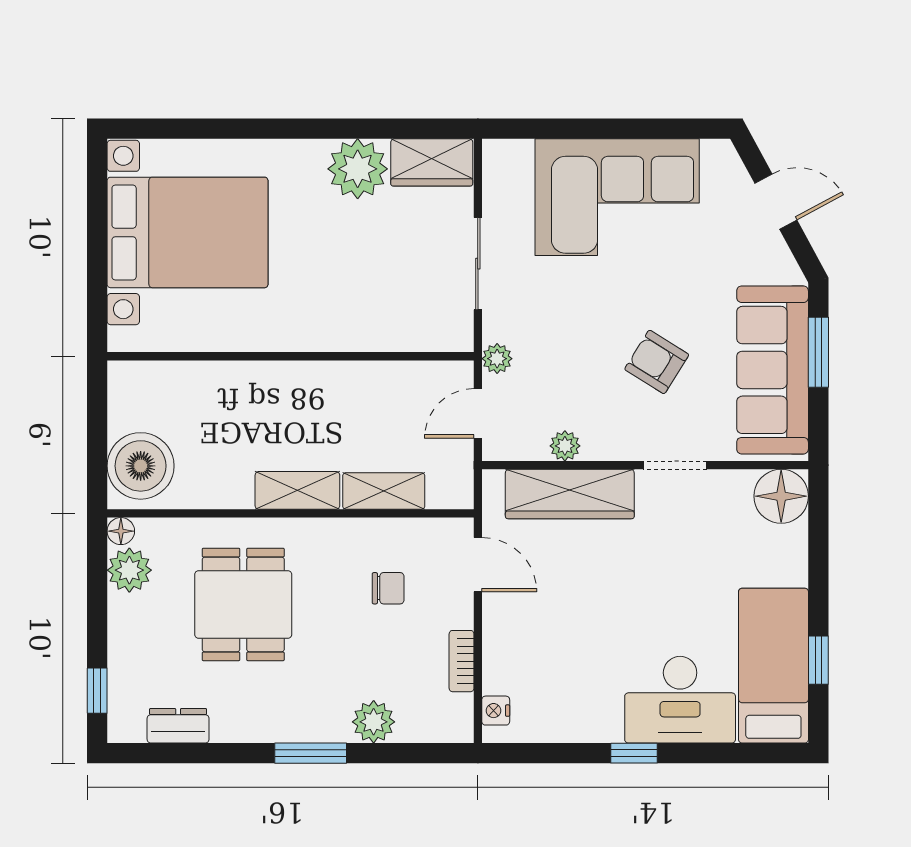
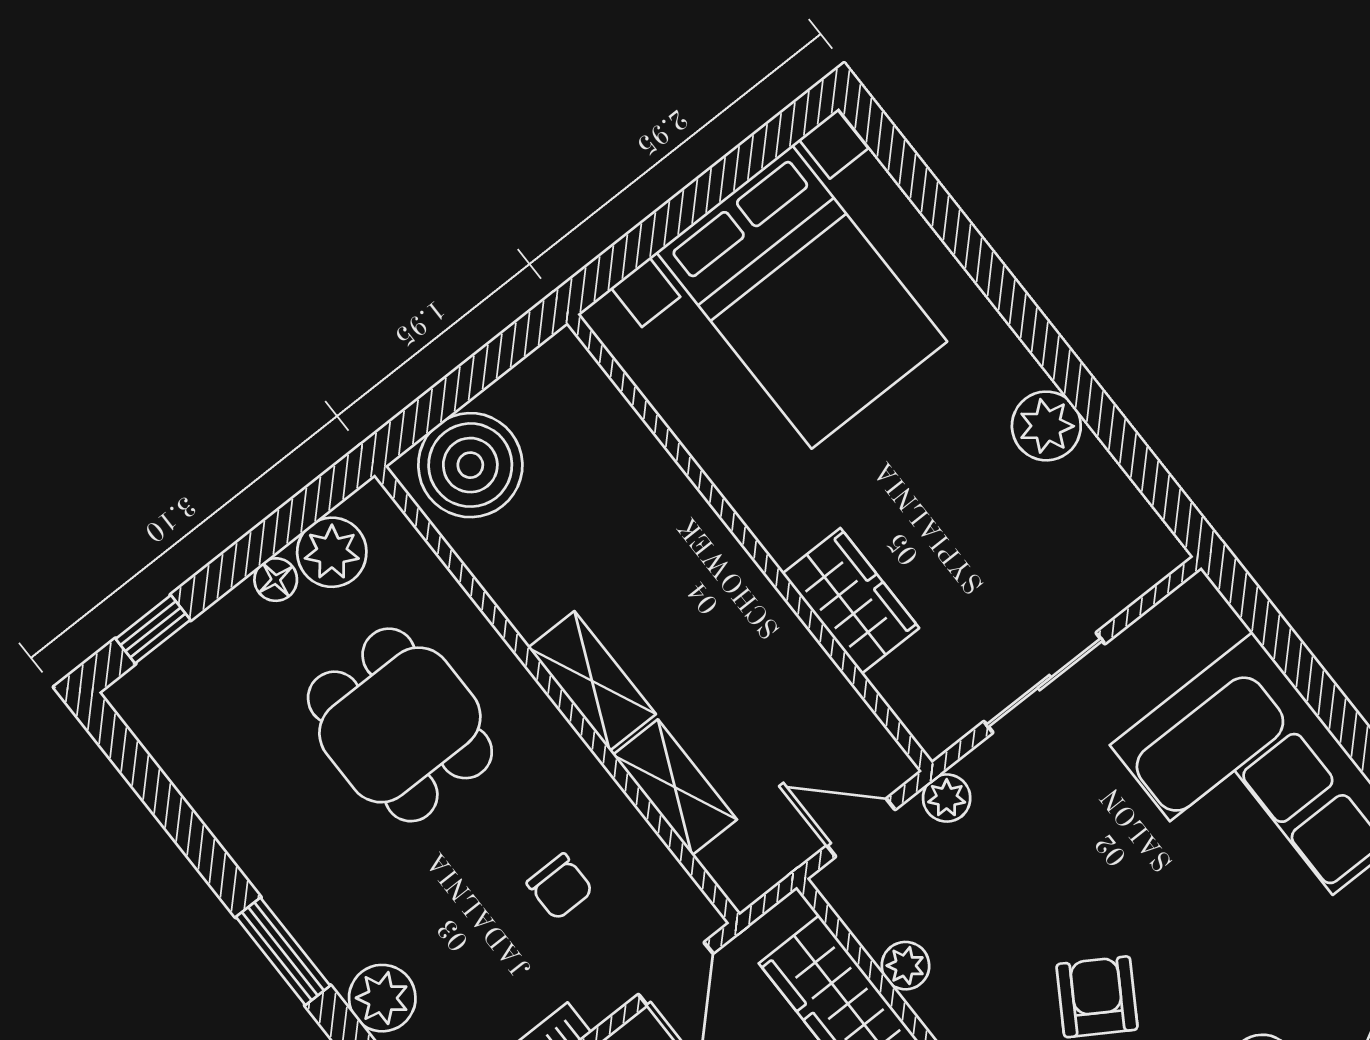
wardrobe: (432, 162) -> (851, 601), moved, turned 180
plant: (358, 169) -> (1046, 426), width x0.73, depth x0.73
floor lamp: (121, 531) -> (276, 580), moved
dining table: (243, 604) -> (400, 725), turned 90
dresser: (178, 726) -> (188, 762), removed

